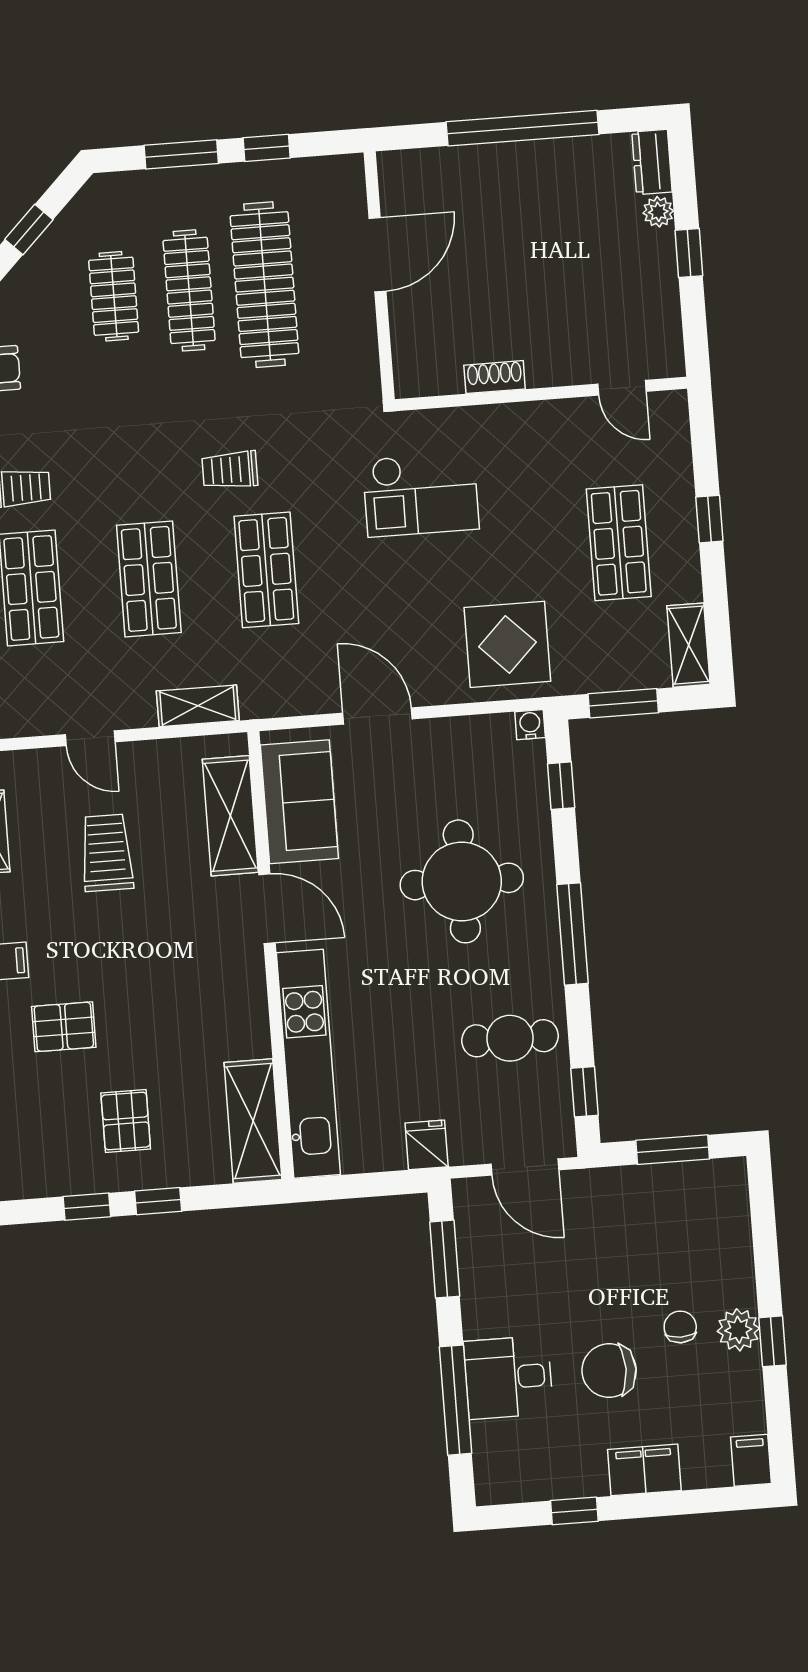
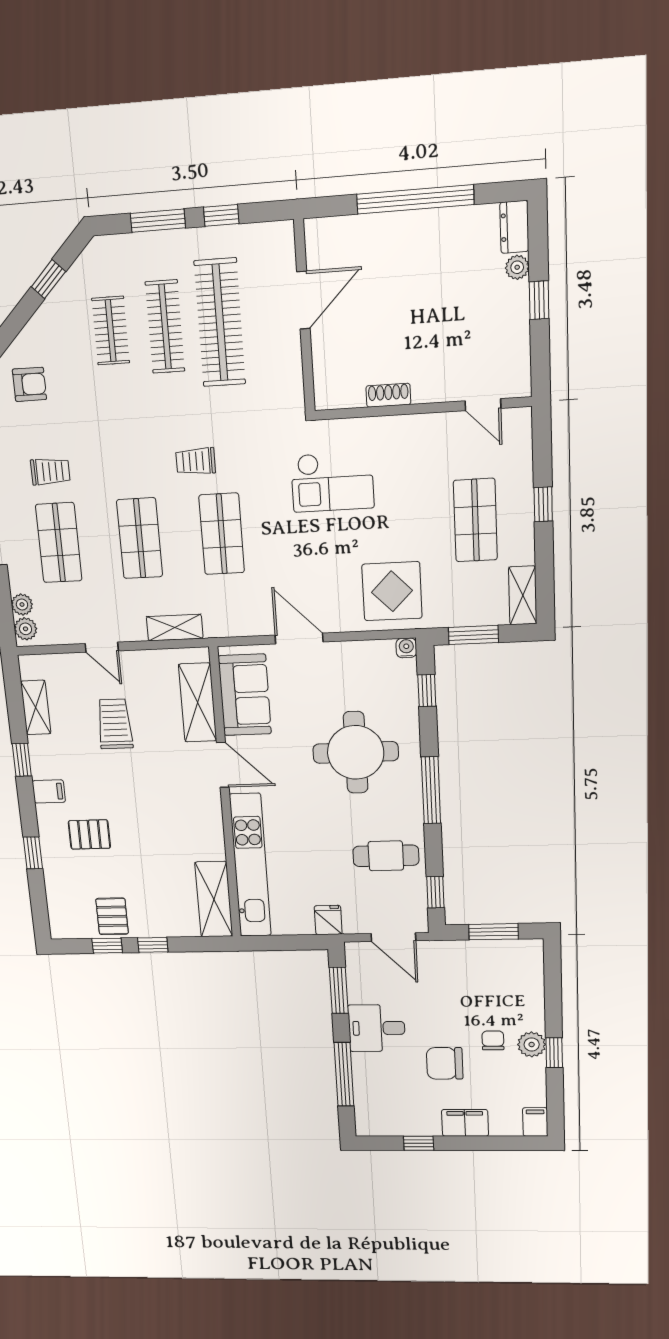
pallet: (126, 1121) -> (112, 916), moved
desk: (508, 1377) -> (377, 1028), moved

